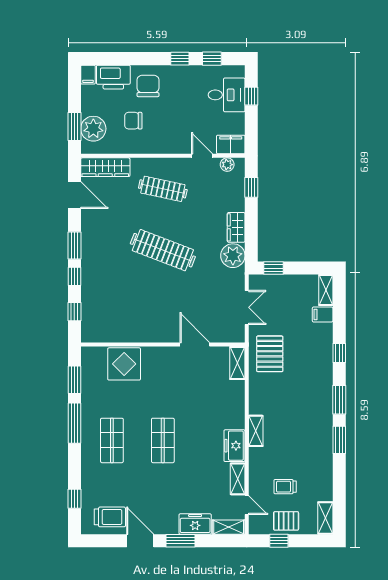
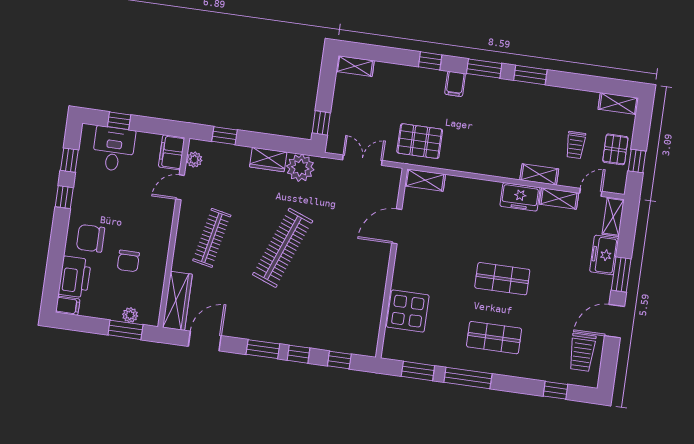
plant: (93, 129) -> (130, 315), width x0.53, depth x0.53
filing cabinet: (323, 314) -> (455, 84), moved
shelving: (256, 431) -> (539, 174), moved
trolley: (110, 517) -> (582, 352), turned 180

